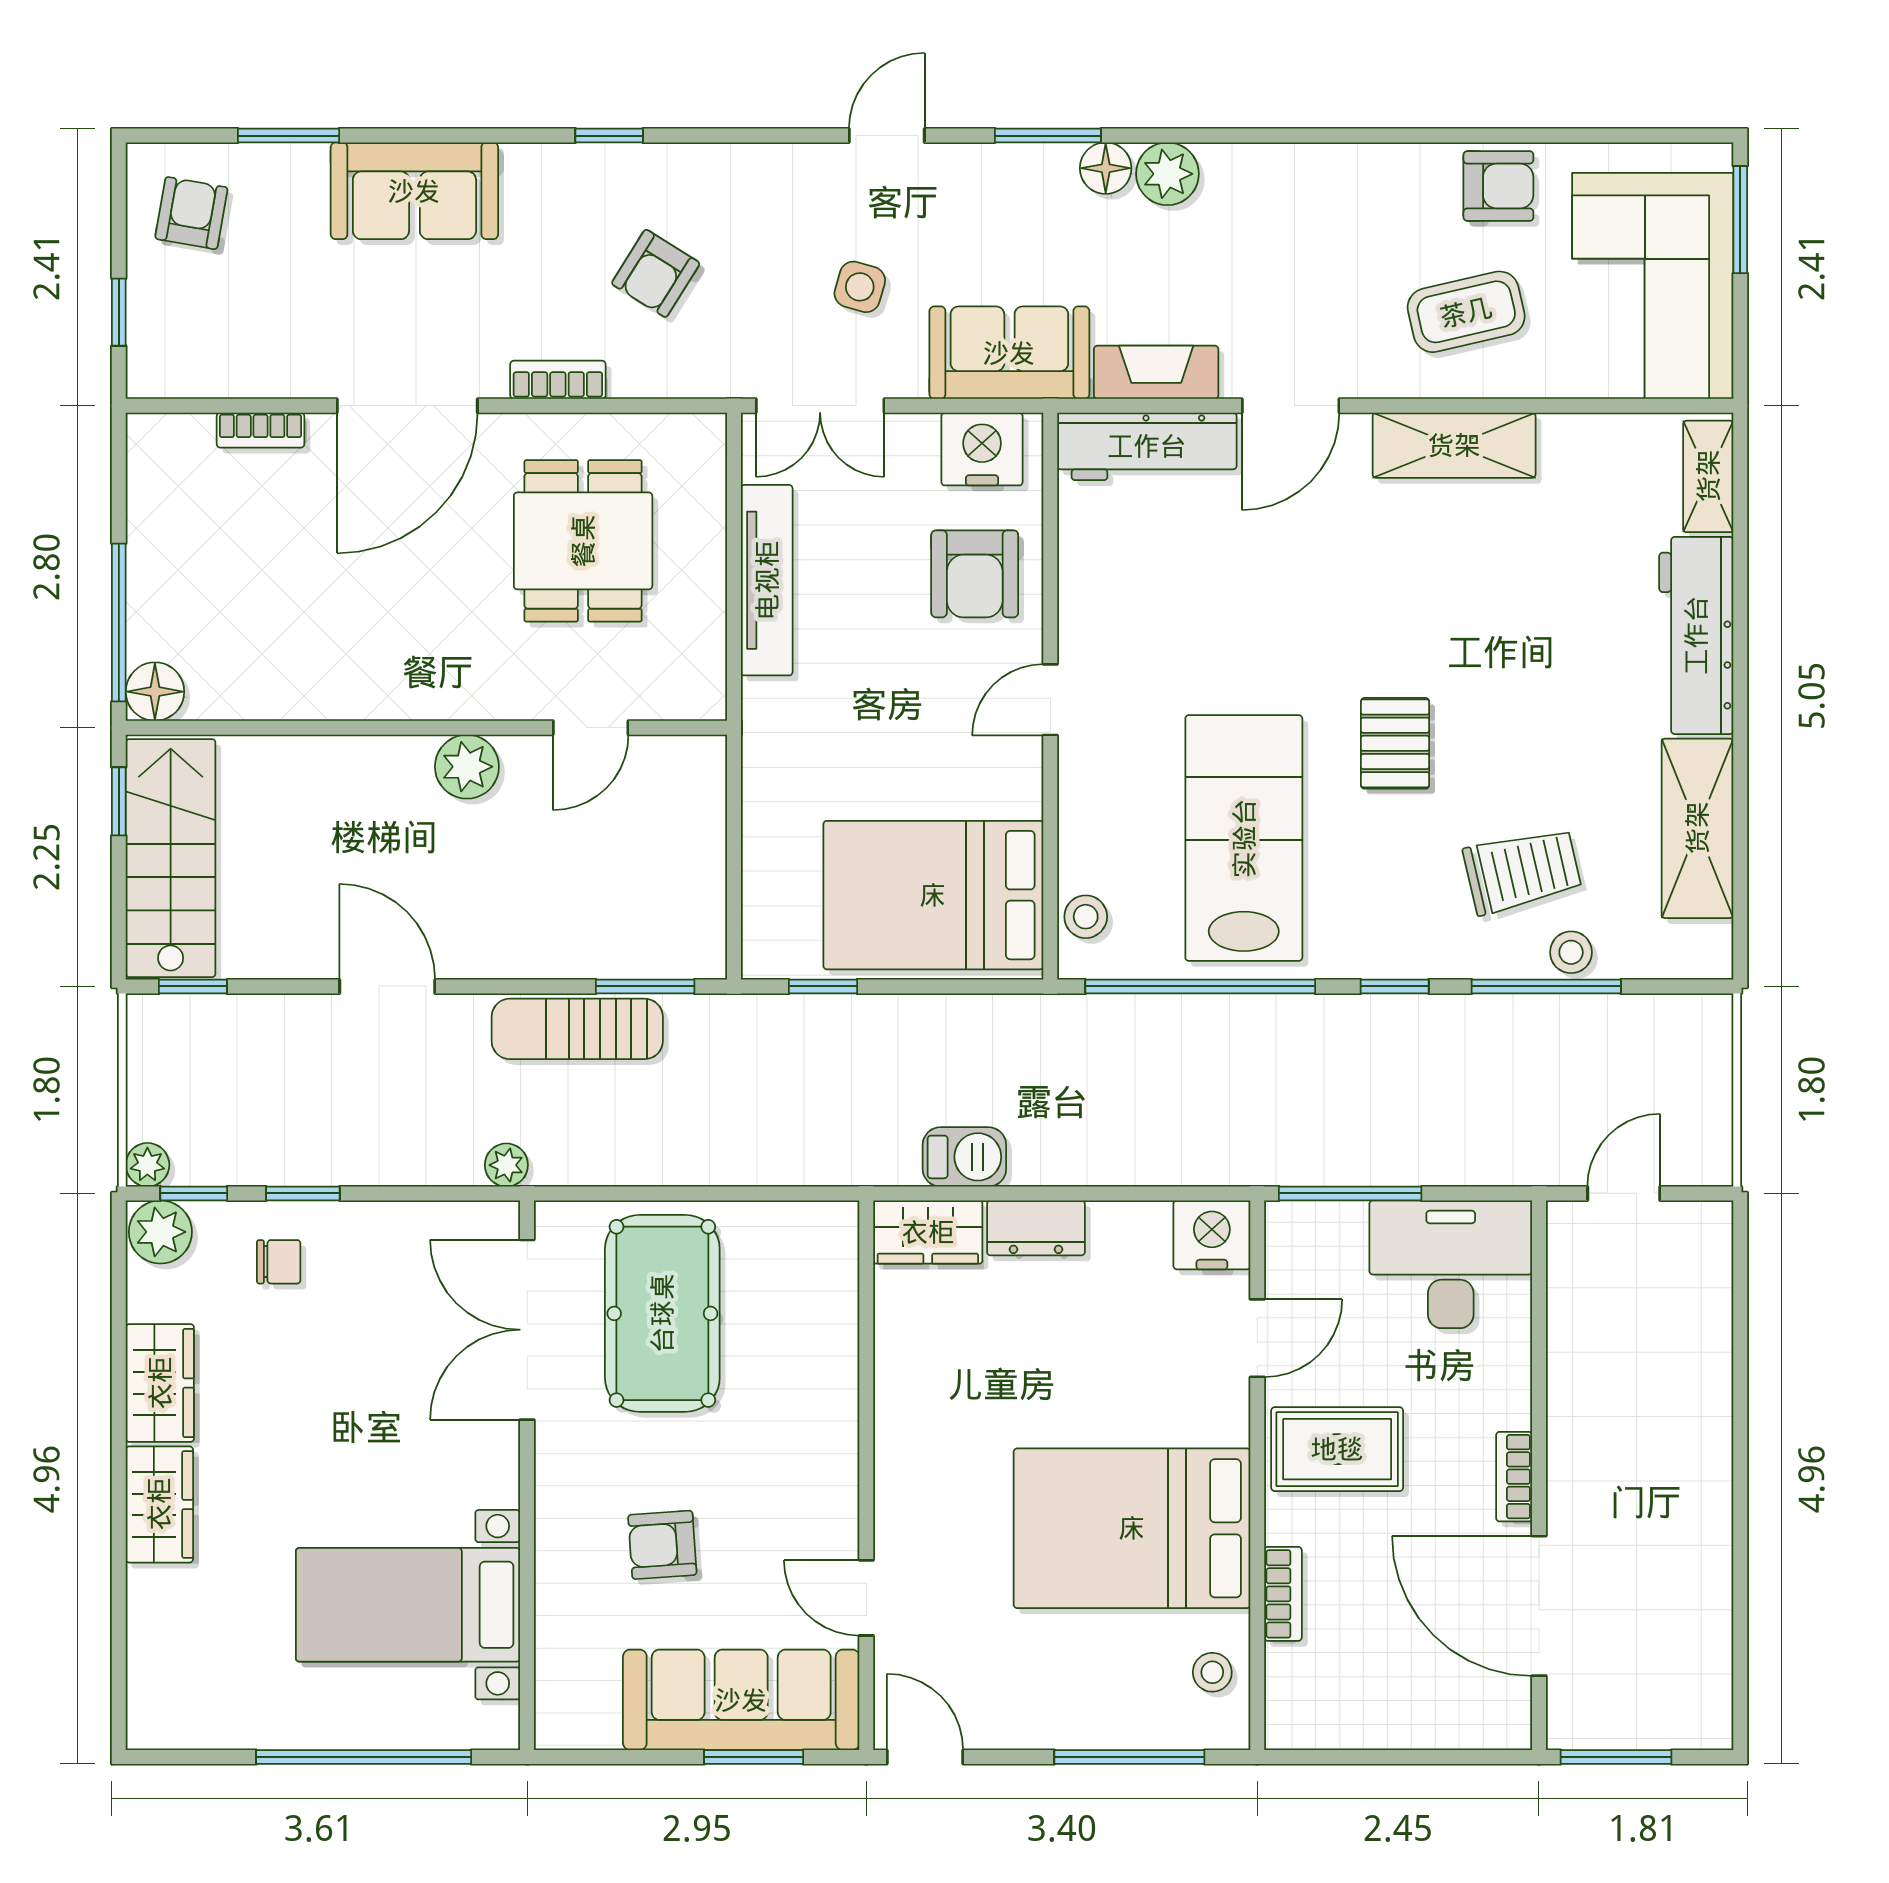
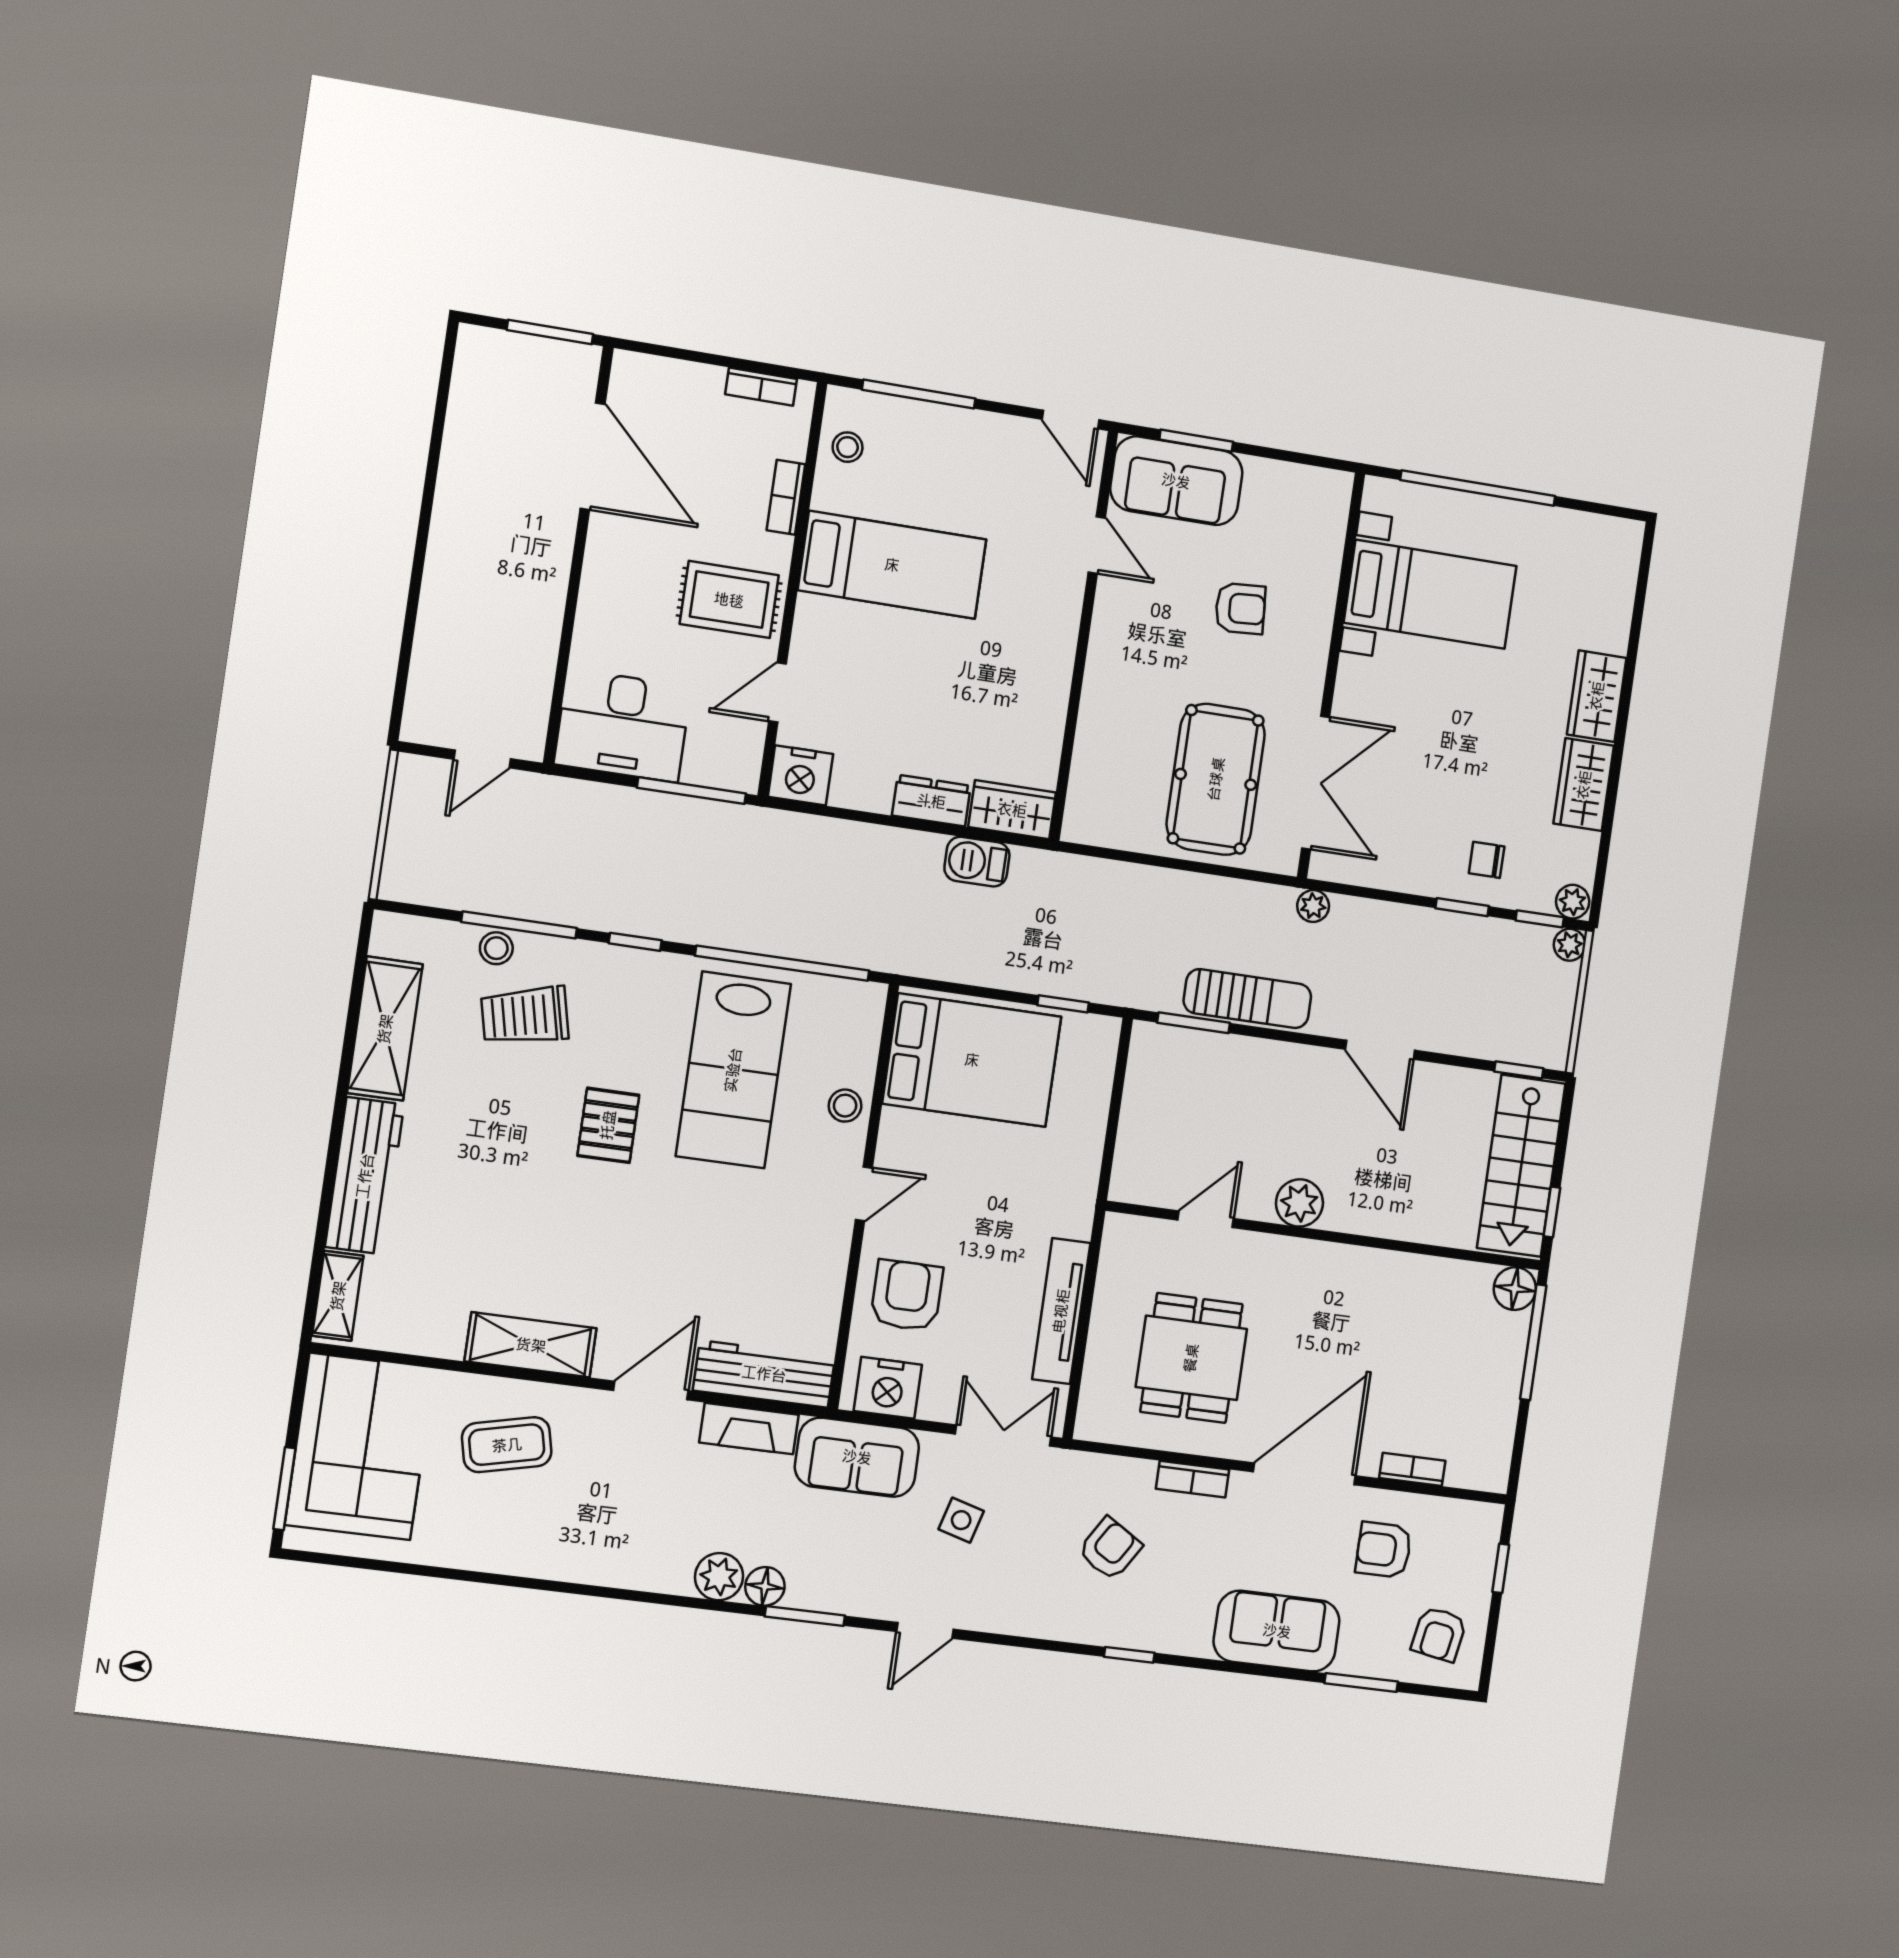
armchair: (1498, 186) -> (1384, 1550), moved
stool: (1086, 917) -> (845, 1106), moved
plant: (160, 1232) -> (1573, 902), width x0.73, depth x0.73
bookcase: (1514, 1477) -> (761, 387), moved, turned 90
bed: (1132, 1528) -> (892, 565), width x0.67
sofa: (741, 1700) -> (1176, 481), width x0.73

